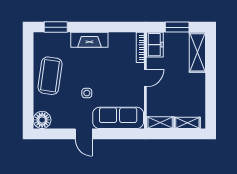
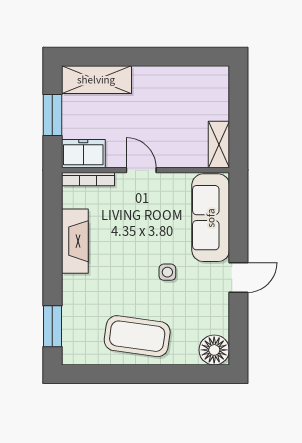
fireplace: (89, 40) -> (75, 241), moved
shelving: (187, 123) -> (219, 97), removed

